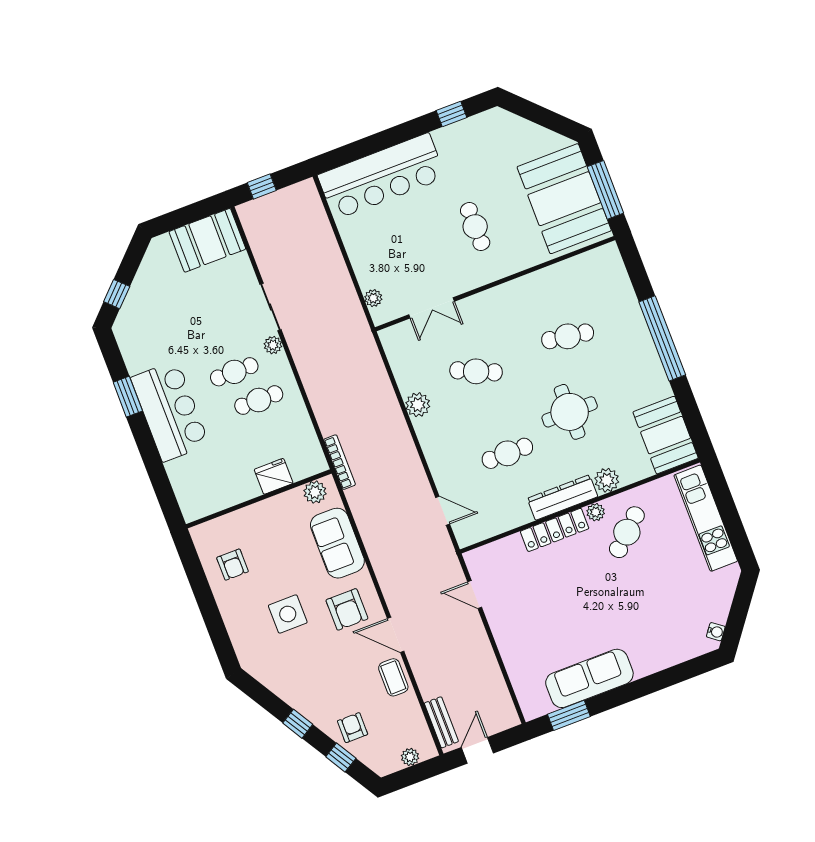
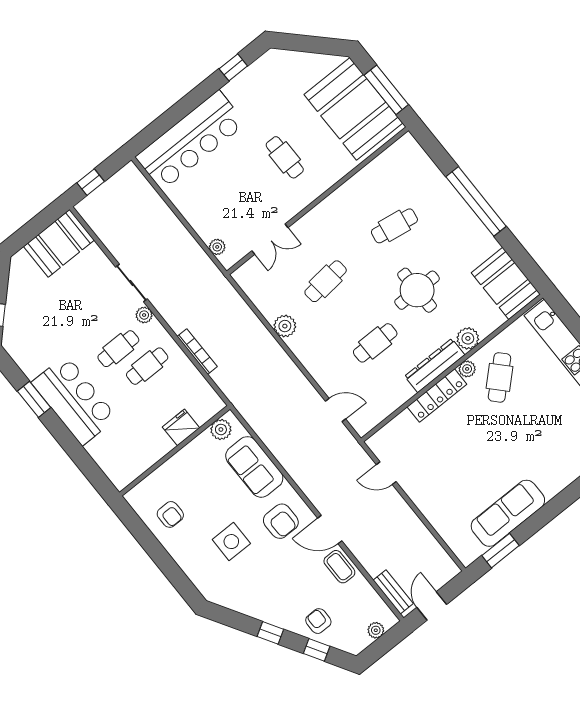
cafe table: (476, 371) -> (326, 281), turned -30
bookcase: (340, 462) -> (197, 352), moved

